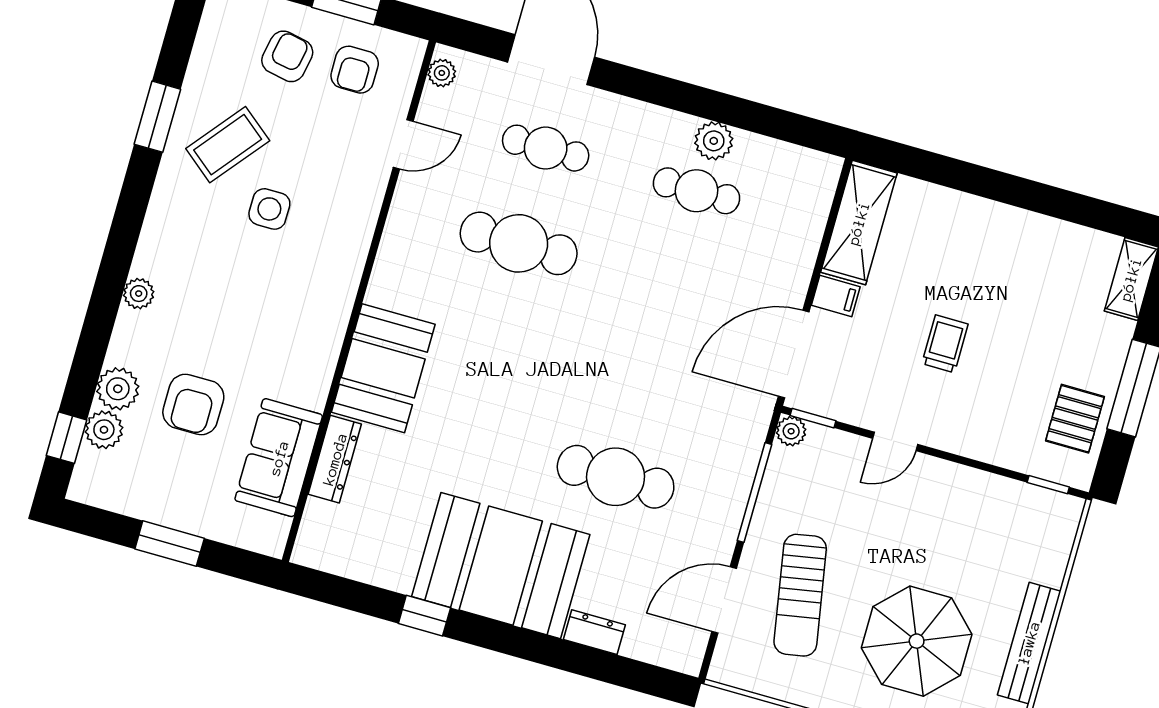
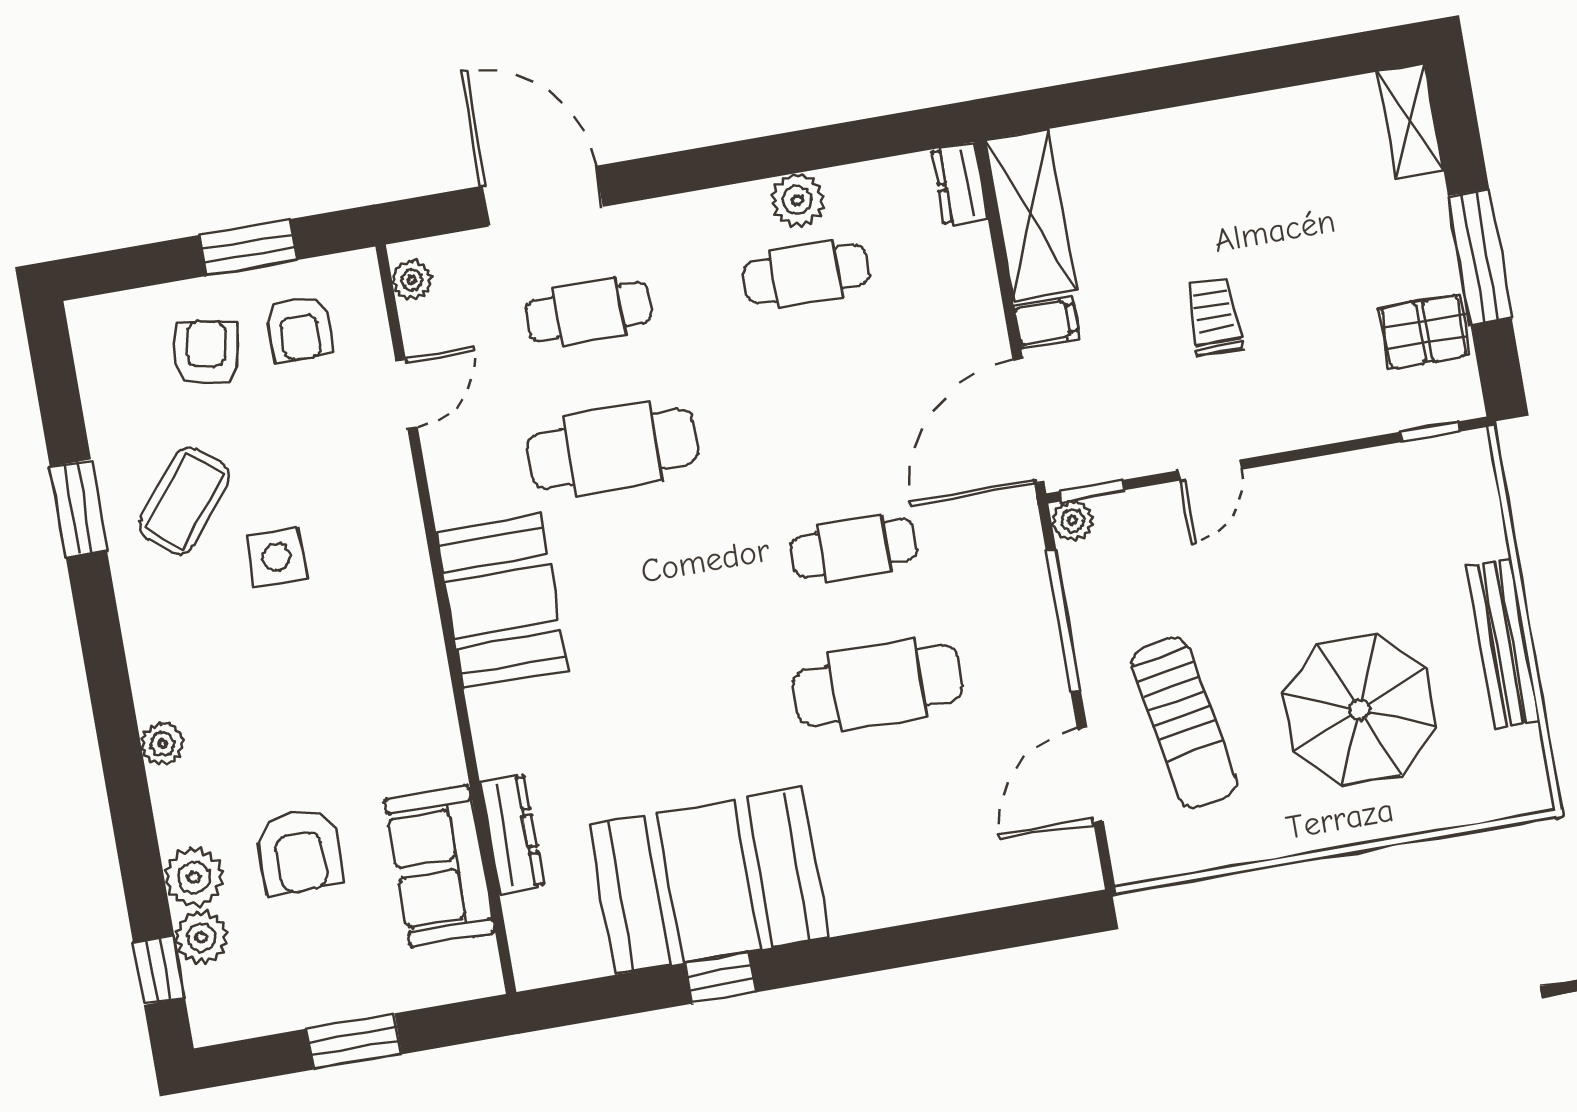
booth: (383, 368) -> (502, 601), moved
cafe table: (643, 381) -> (854, 548), added
pallet: (1075, 419) -> (1424, 332), turned 90
booth: (501, 566) -> (709, 881), moved
dresser: (594, 632) -> (960, 184), moved, turned -90

